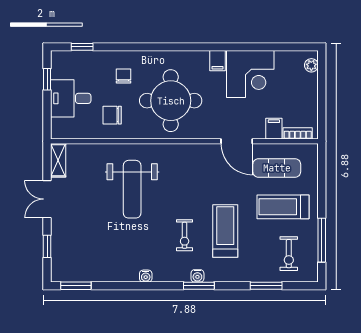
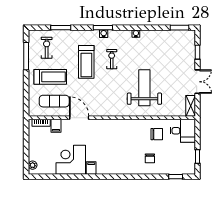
desk: (71, 98) -> (183, 131), moved
round table: (171, 101) -> (120, 143), removed

